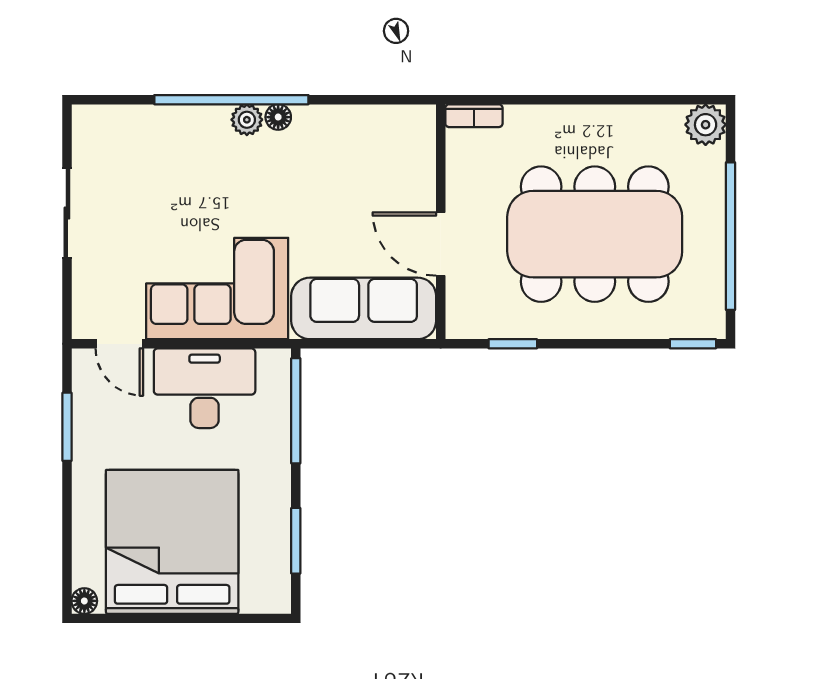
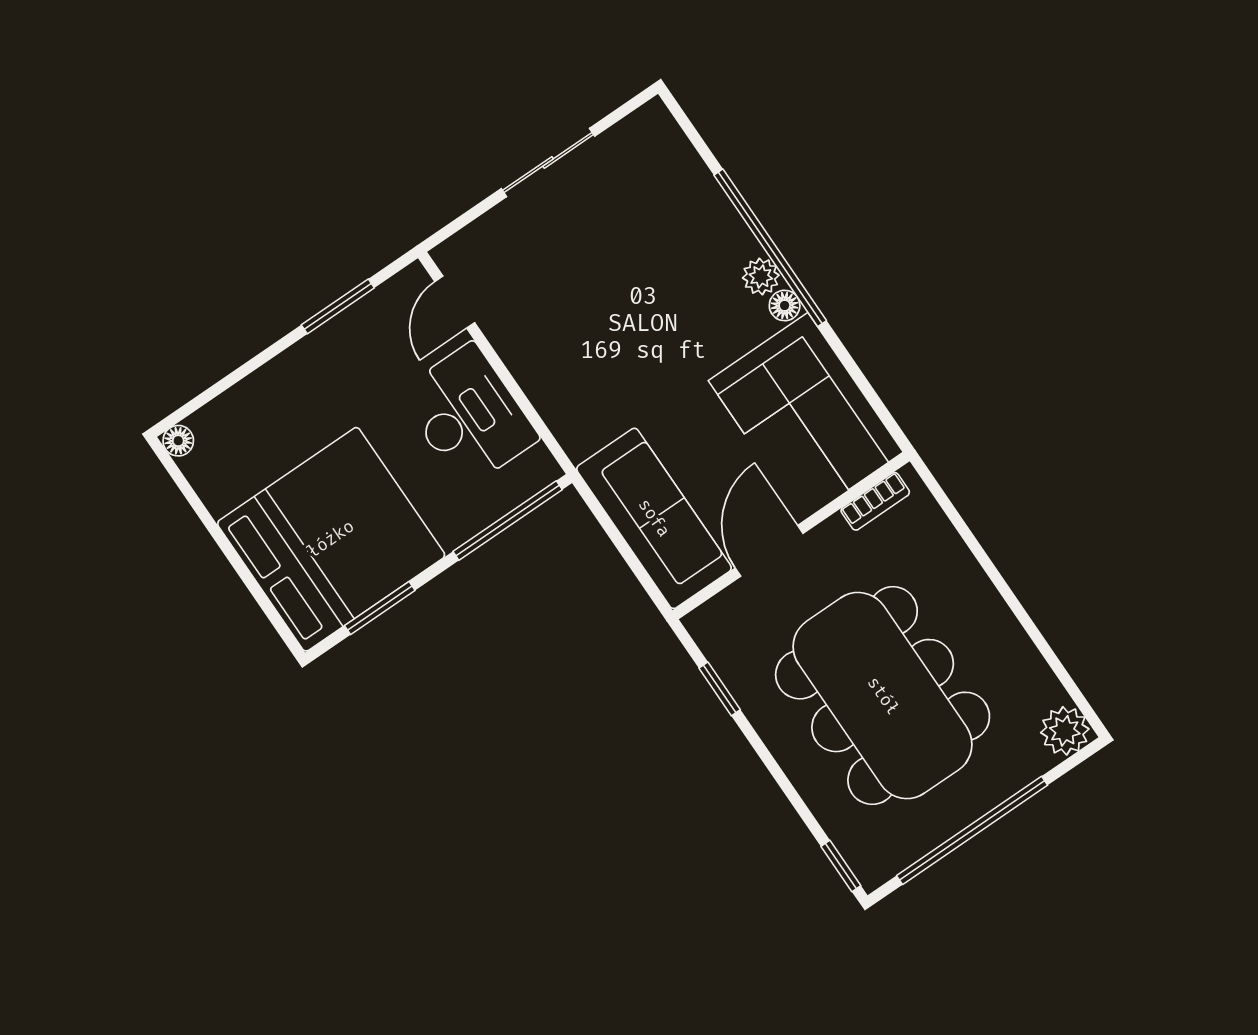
bookcase: (474, 116) -> (875, 501), moved, turned -90
corner sofa: (217, 288) -> (806, 416), moved, turned 180
bed: (172, 542) -> (331, 539), moved

